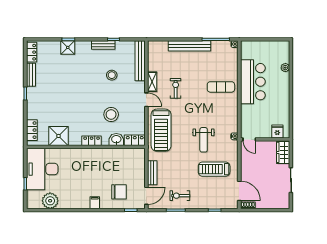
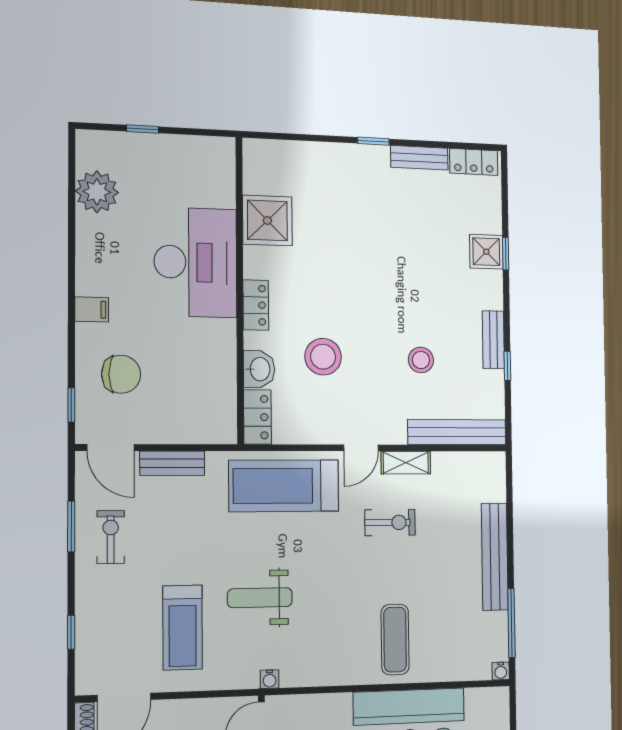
locker: (32, 130) -> (282, 153), removed
desk: (42, 169) -> (196, 262), moved, turned 90
treadmill: (214, 169) -> (183, 627), turned 180
chair: (119, 192) -> (121, 374), turned -90

